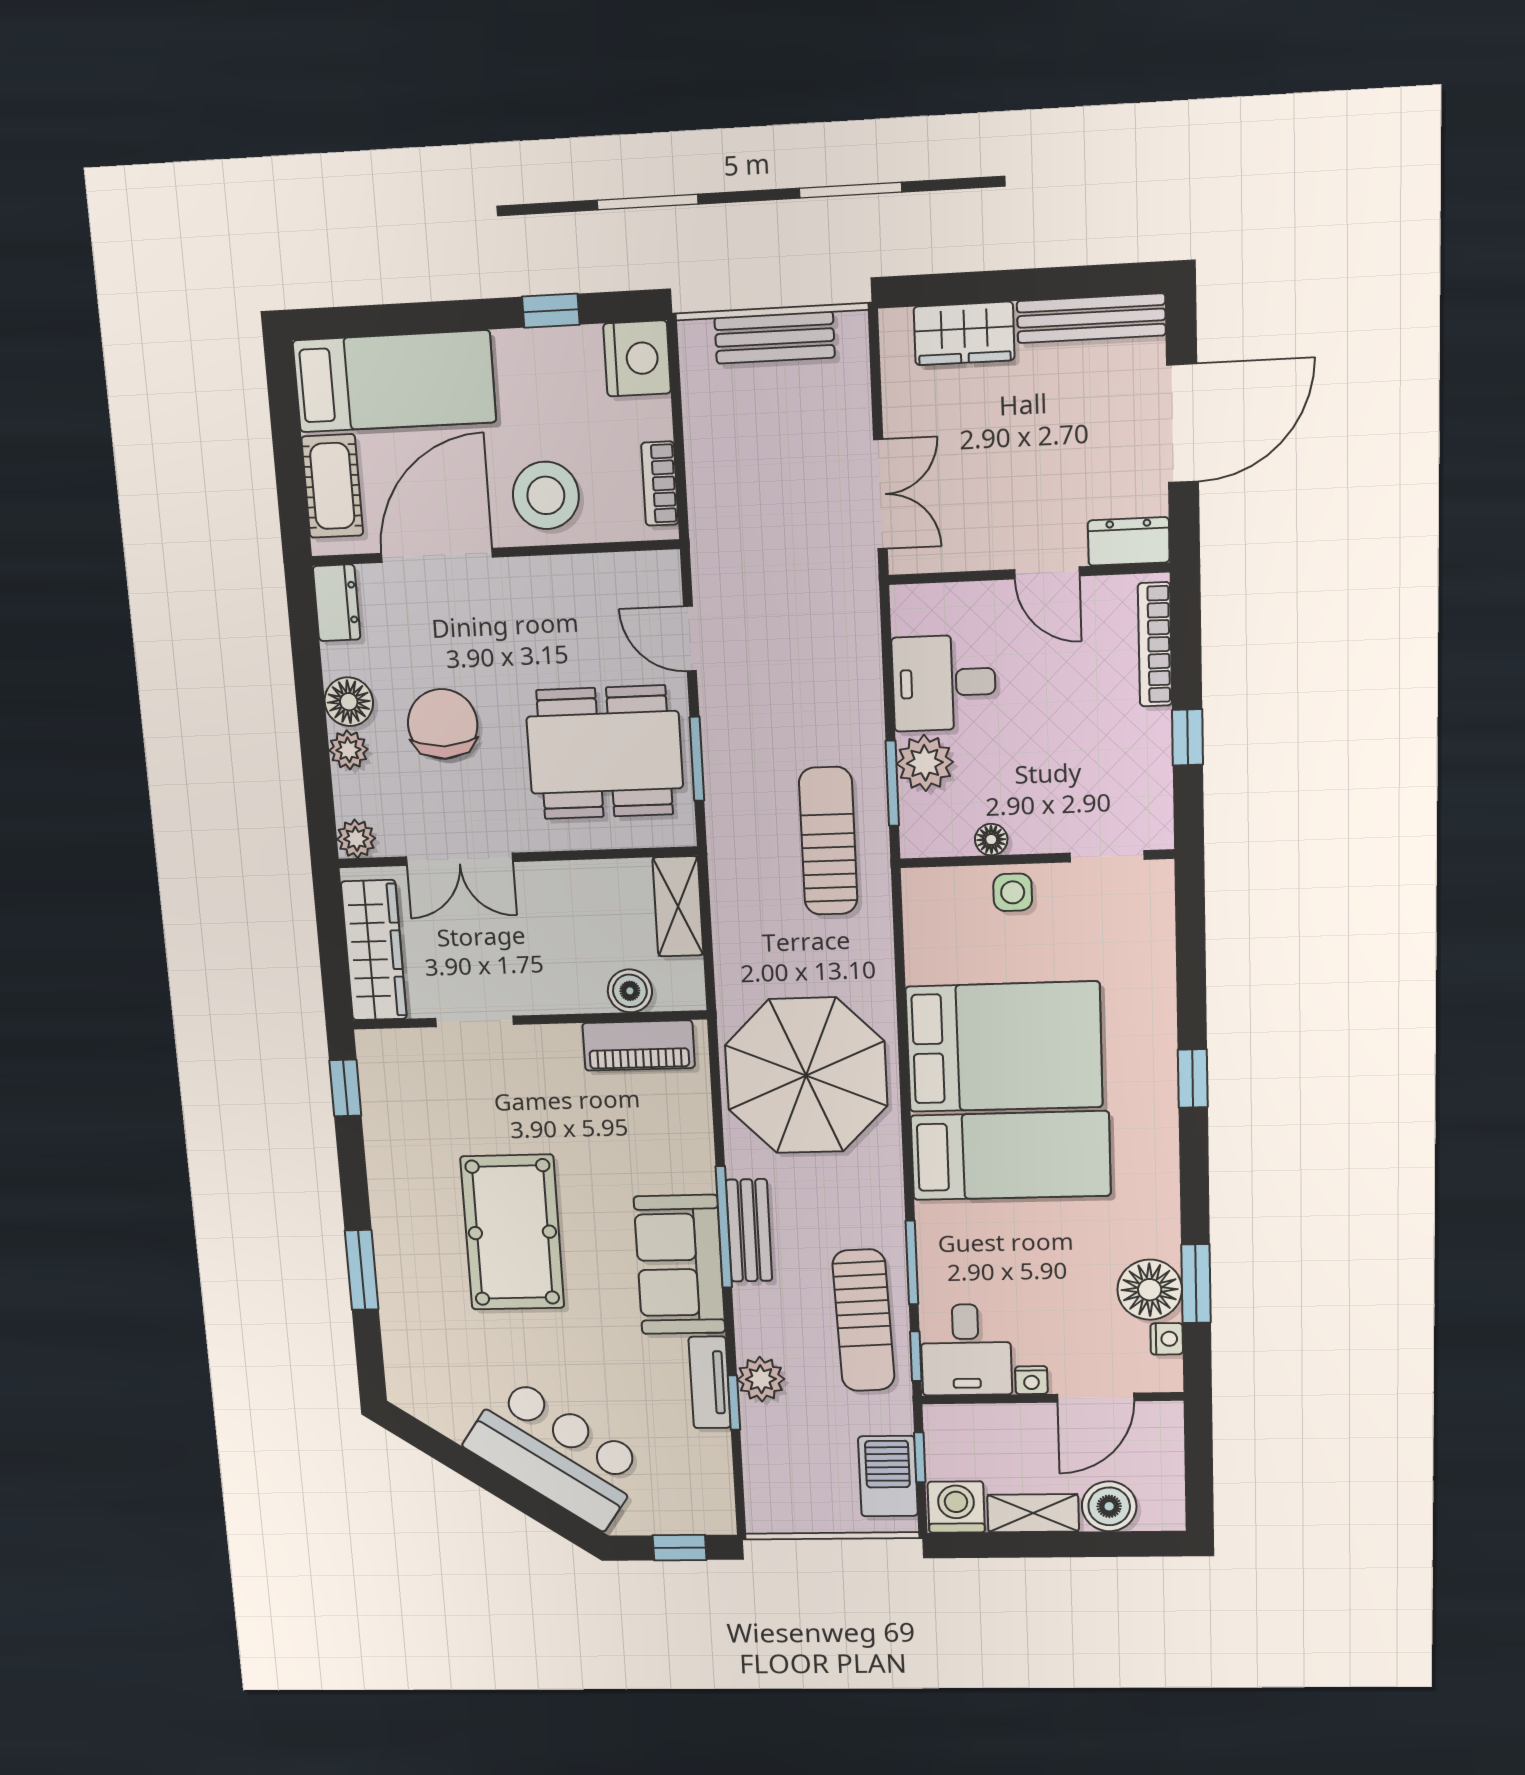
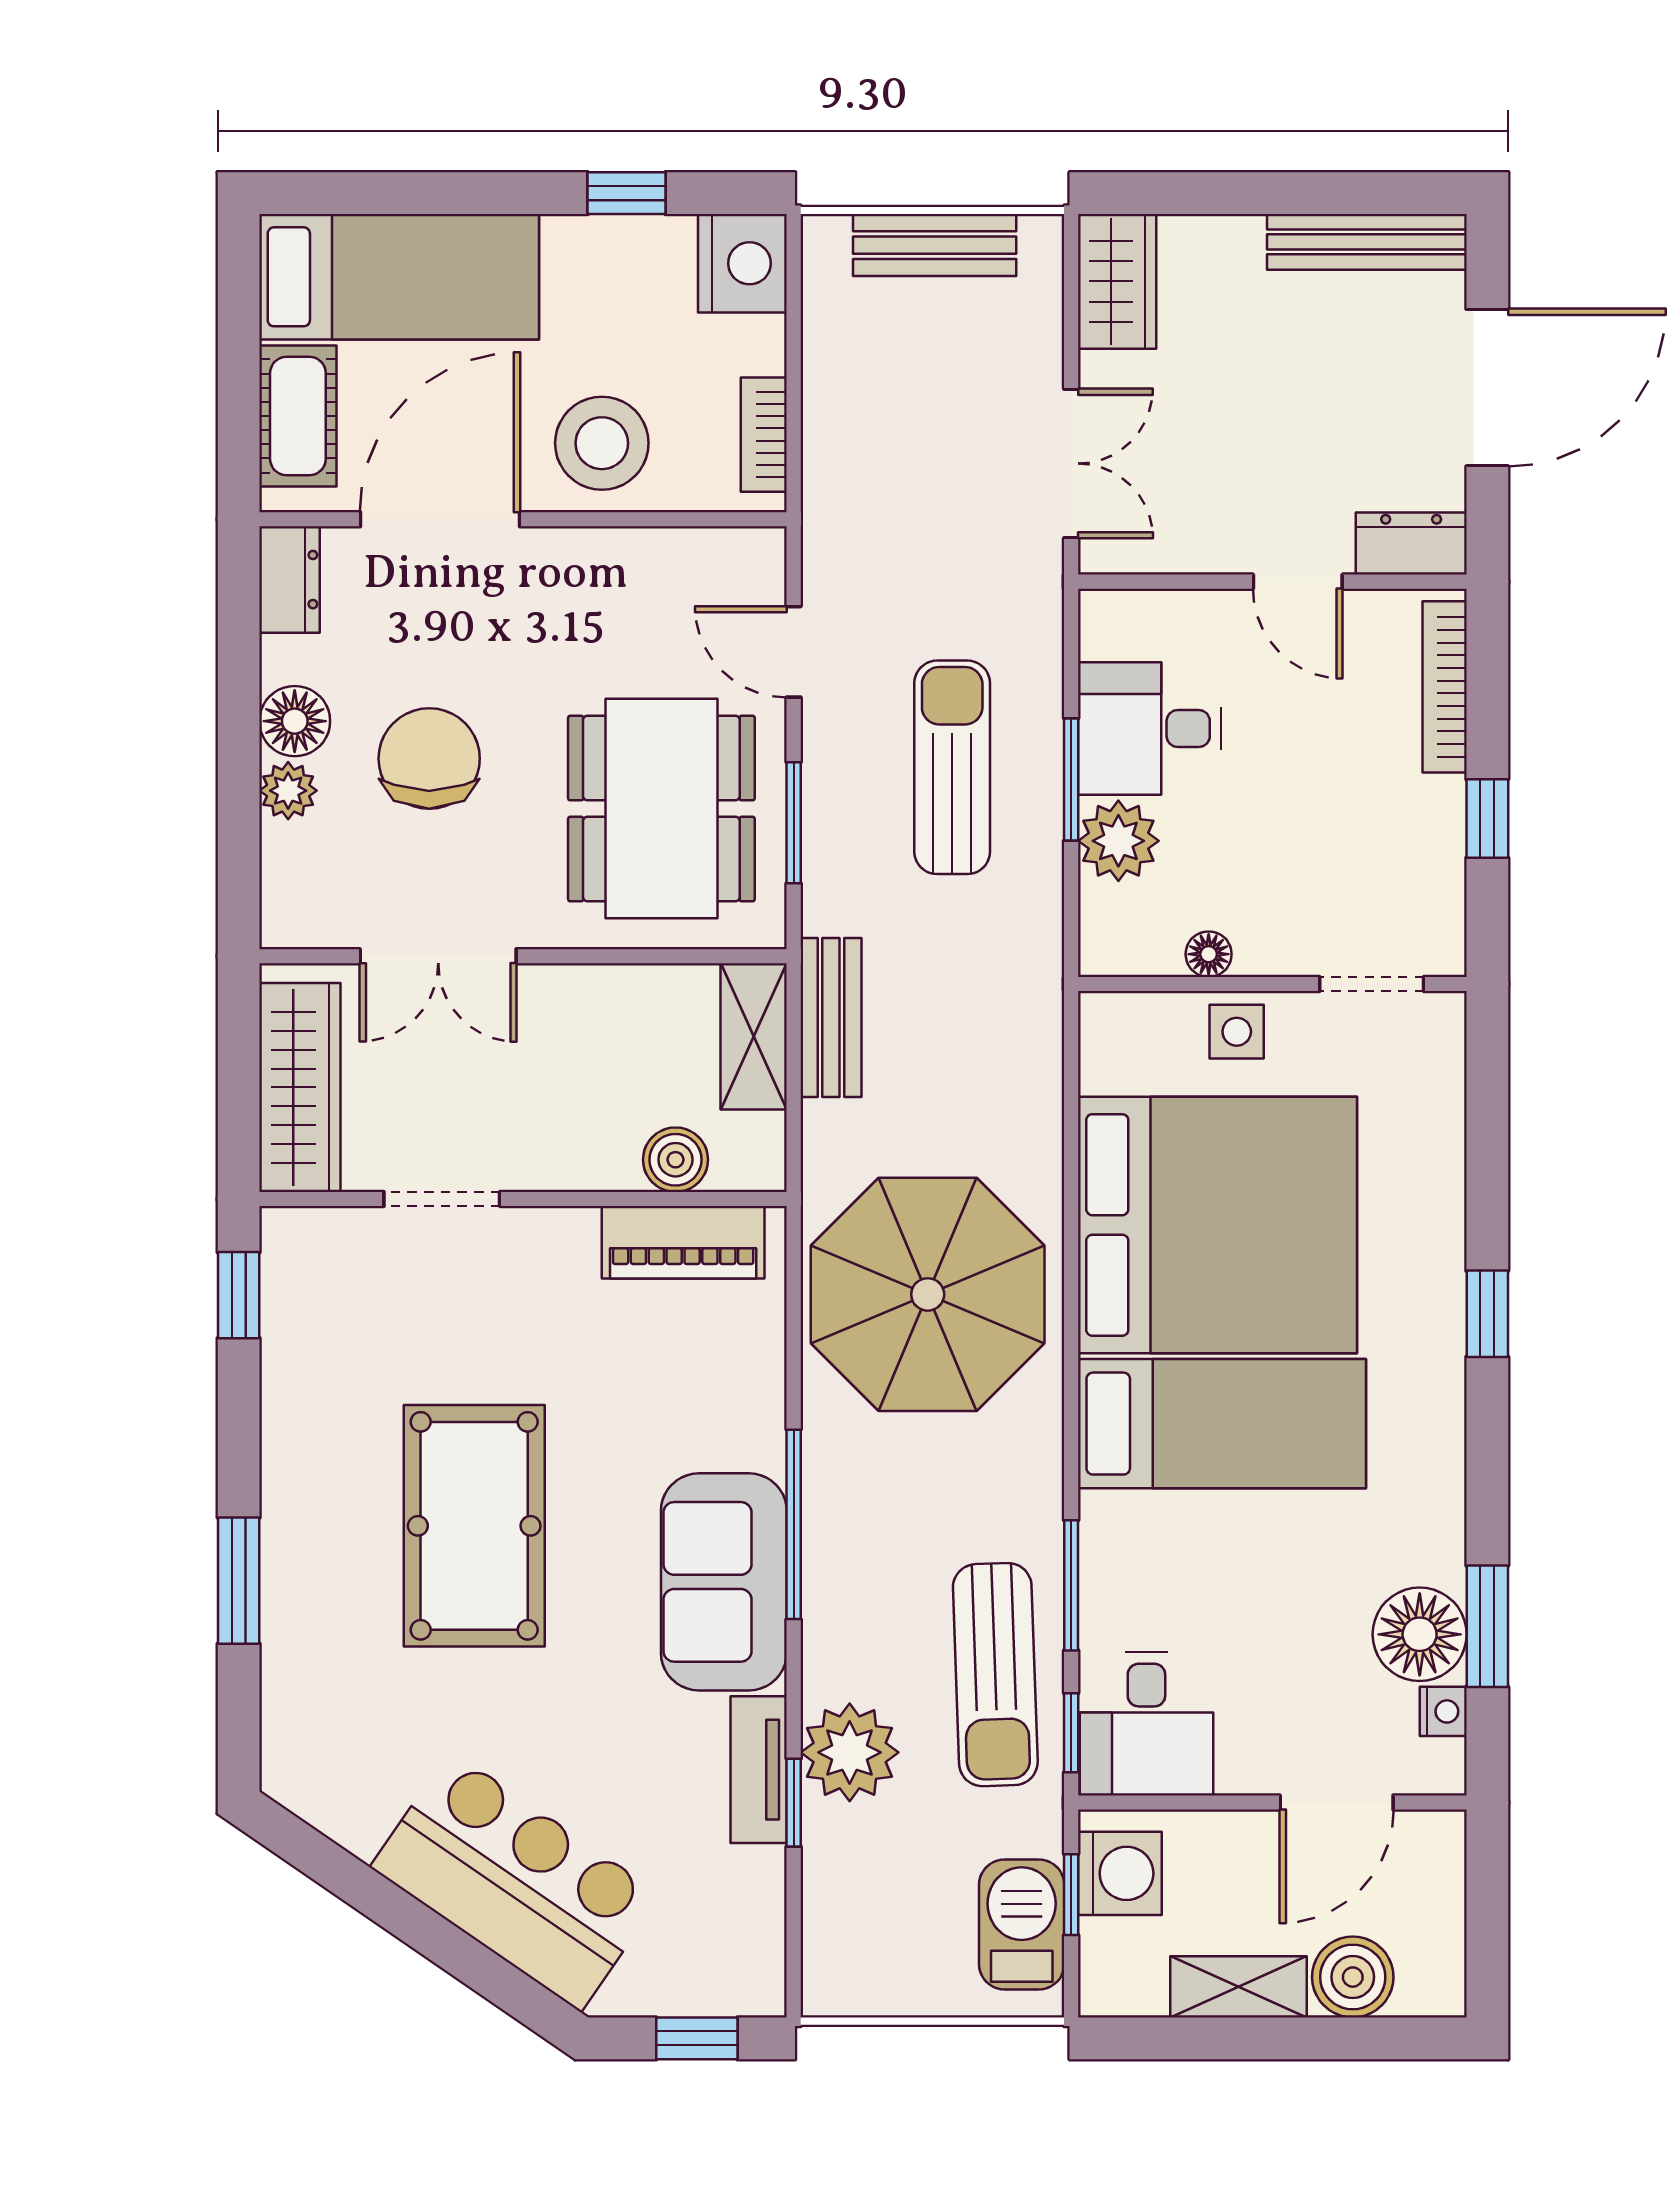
wardrobe: (964, 333) -> (1117, 281), moved, turned -90
dining table: (605, 752) -> (661, 809), turned 90
window: (892, 783) -> (1071, 780), moved
plant: (356, 839) -> (288, 921), removed
sun lounger: (828, 841) -> (952, 767), moved
bed: (1004, 1047) -> (1217, 1225), width x1.36
bench: (749, 1230) -> (831, 1018), moved
plant: (761, 1379) -> (850, 1752), width x1.36, depth x1.36
nightstand: (1031, 1380) -> (1242, 1773), removed
washing machine: (956, 1507) -> (1120, 1873), moved, turned 90

